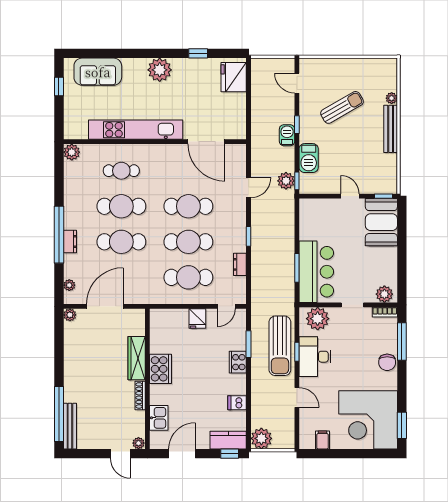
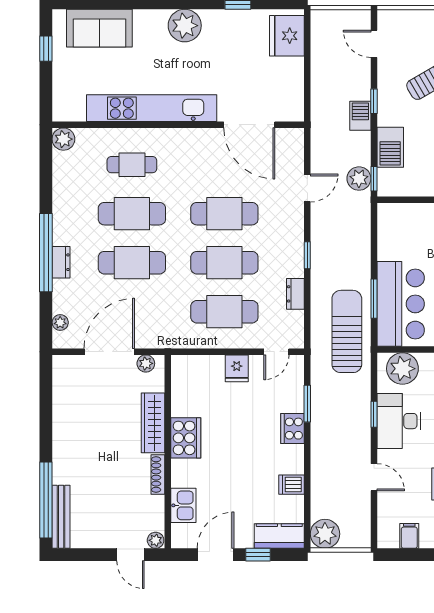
plant: (70, 315) -> (146, 363), moved
sun lounger: (280, 346) -> (347, 331), moved, turned 180
window: (230, 454) -> (258, 555), moved

